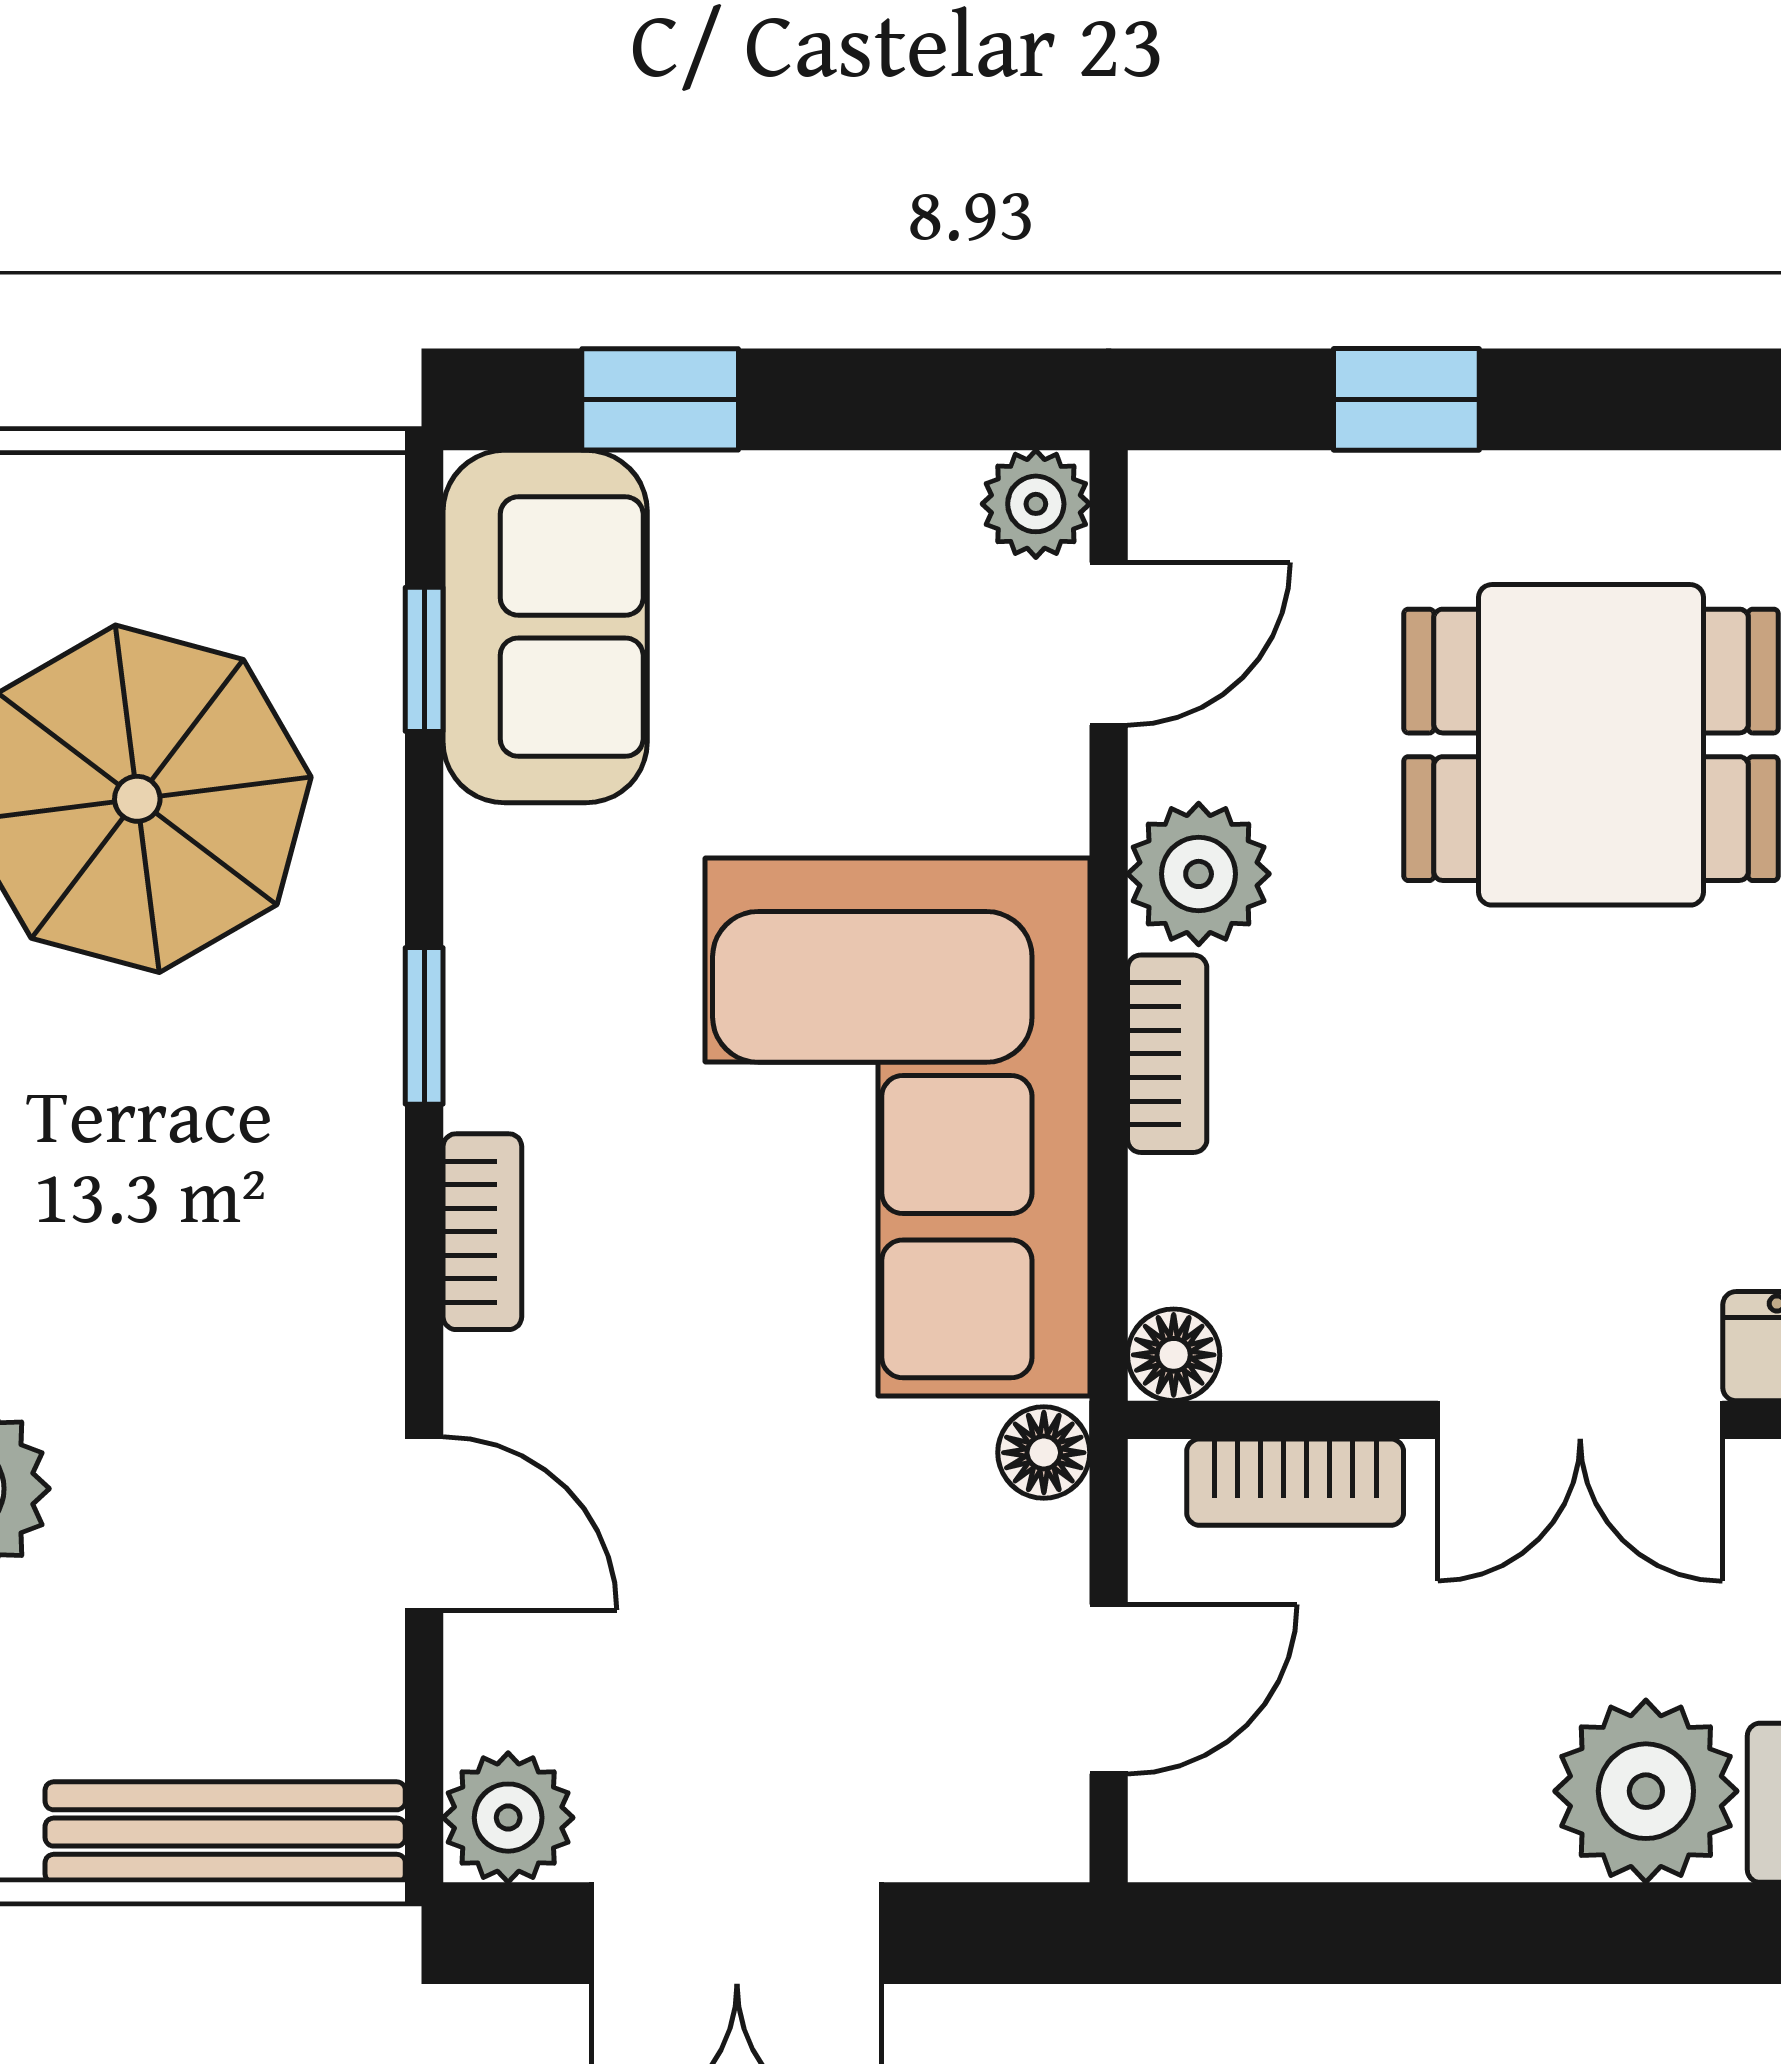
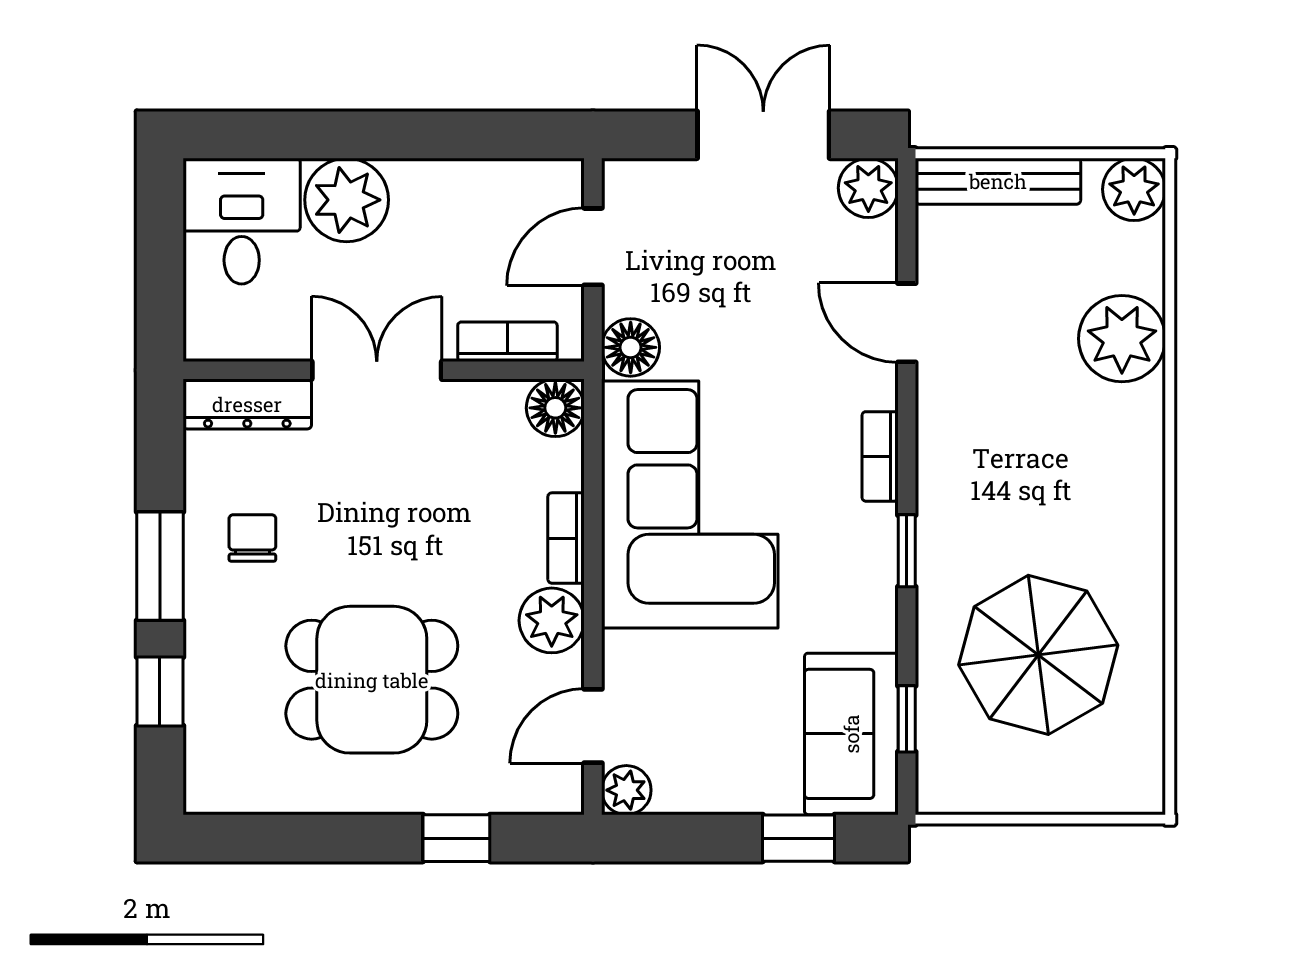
floor lamp: (1174, 1355) -> (555, 408), width x1.37, depth x1.37
floor lamp: (1044, 1453) -> (631, 347), width x1.37, depth x1.37

